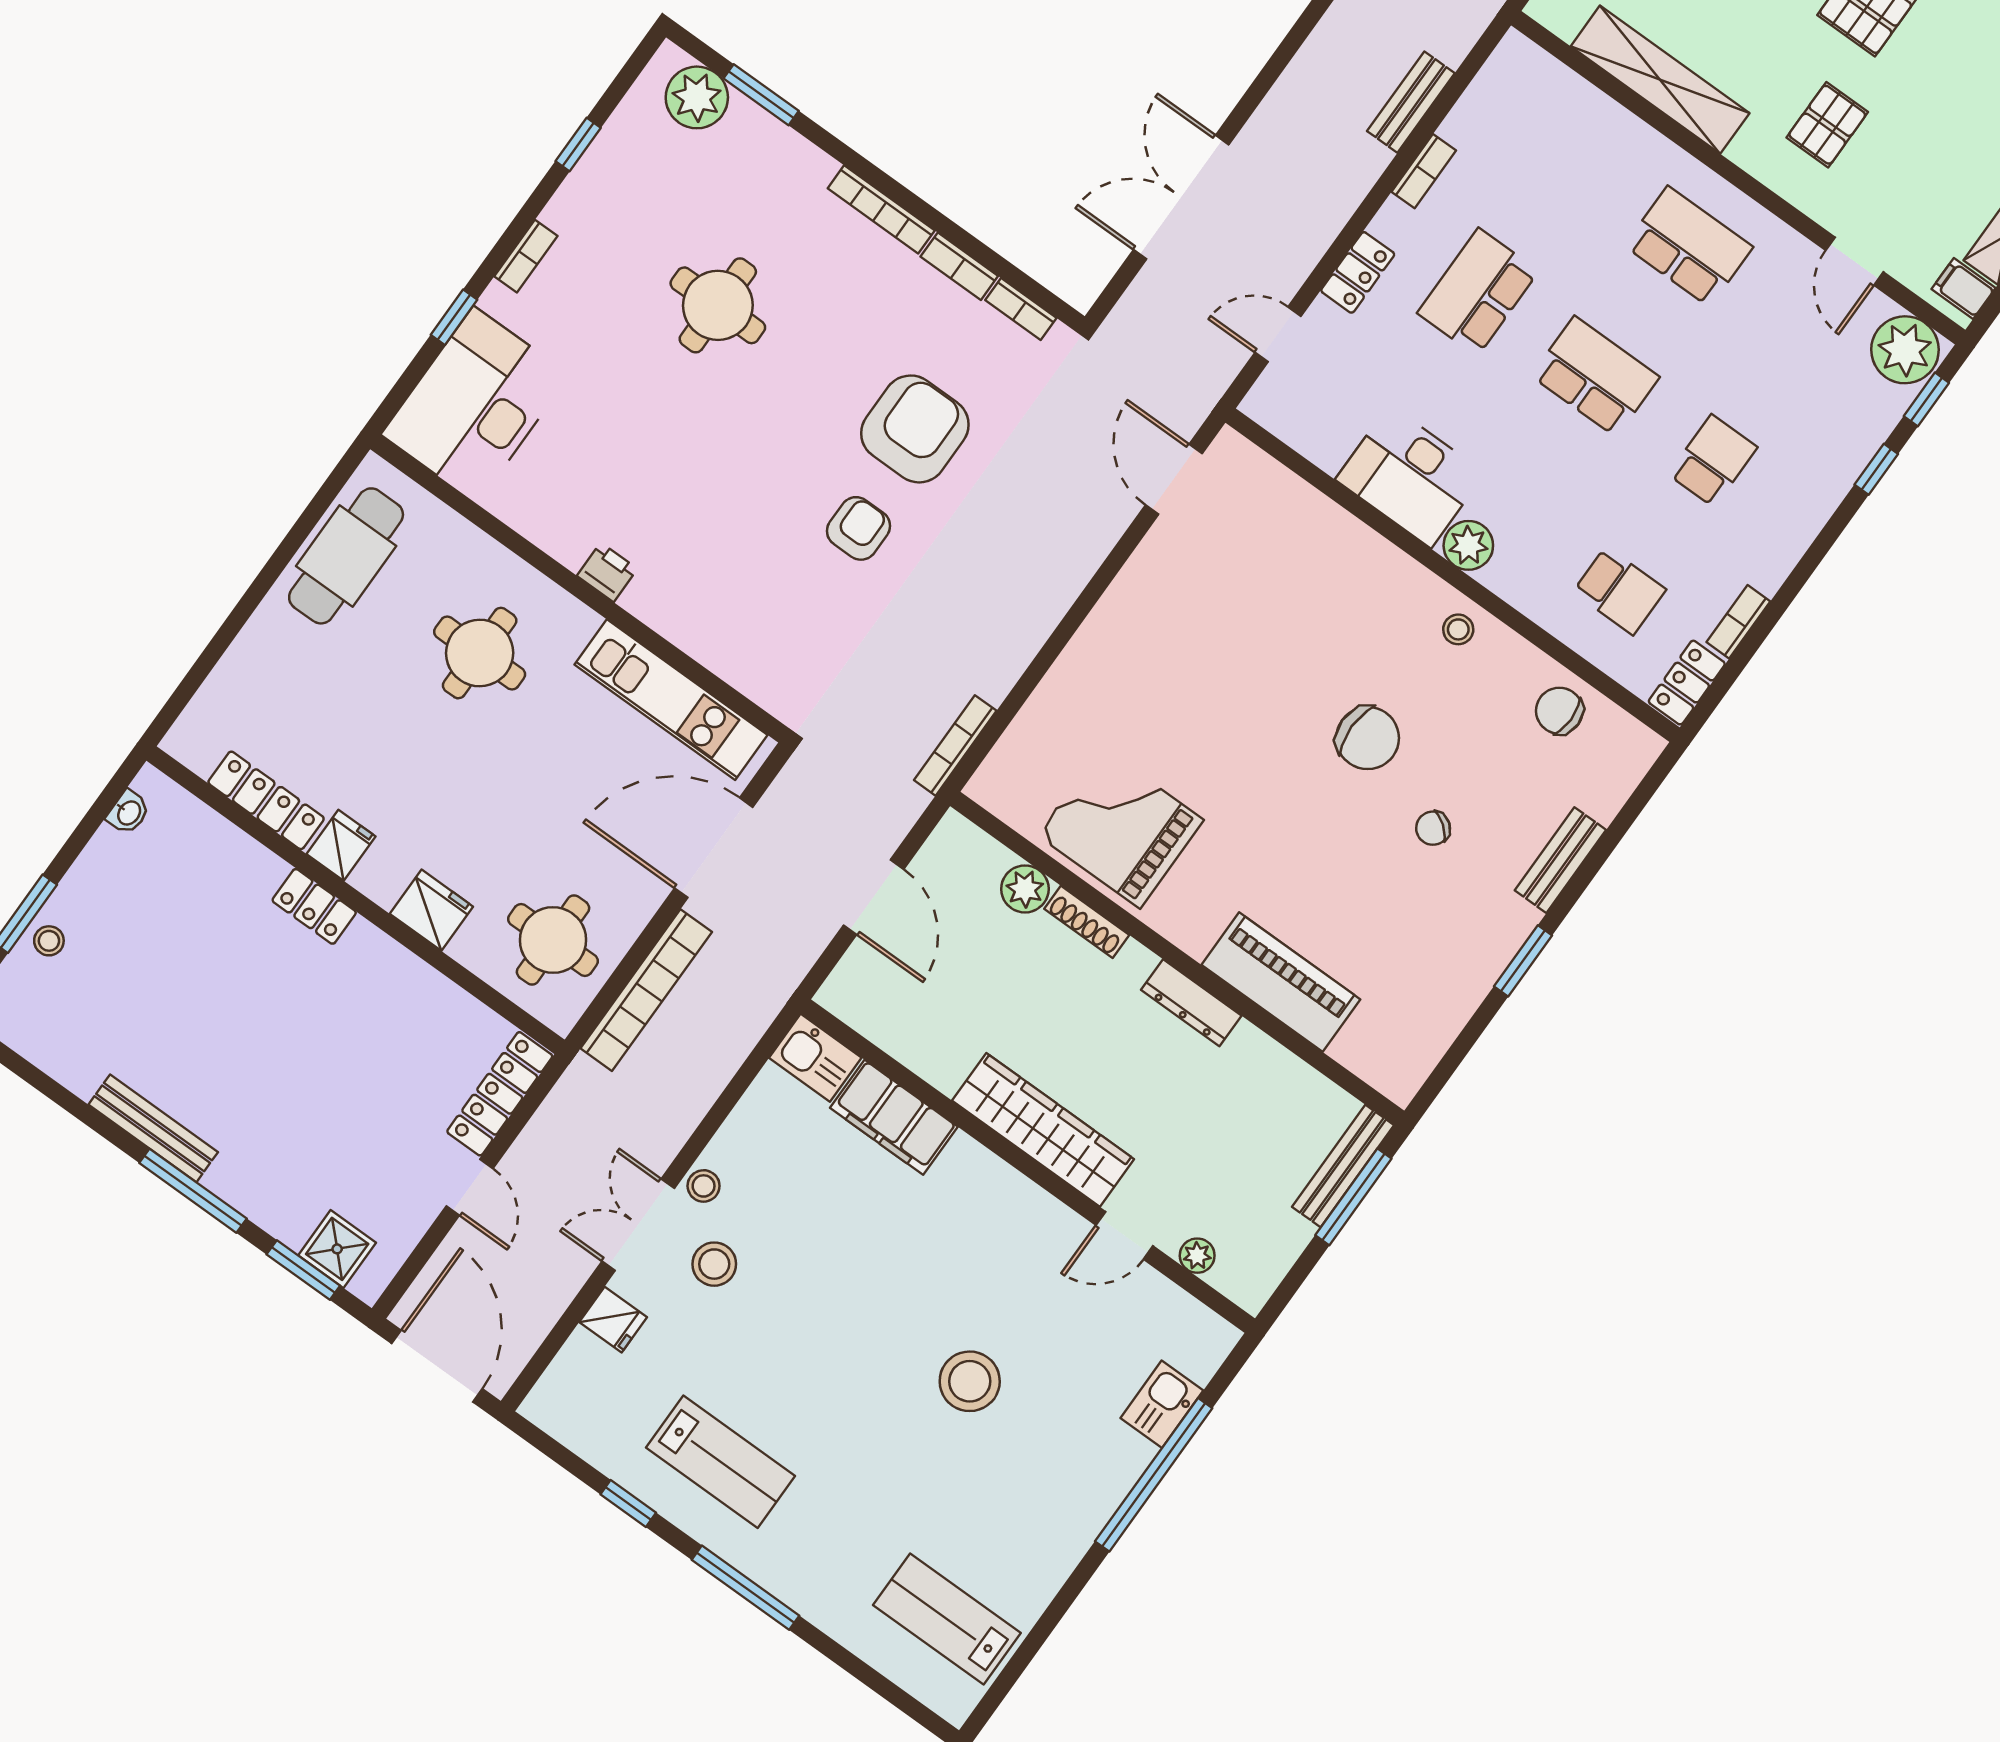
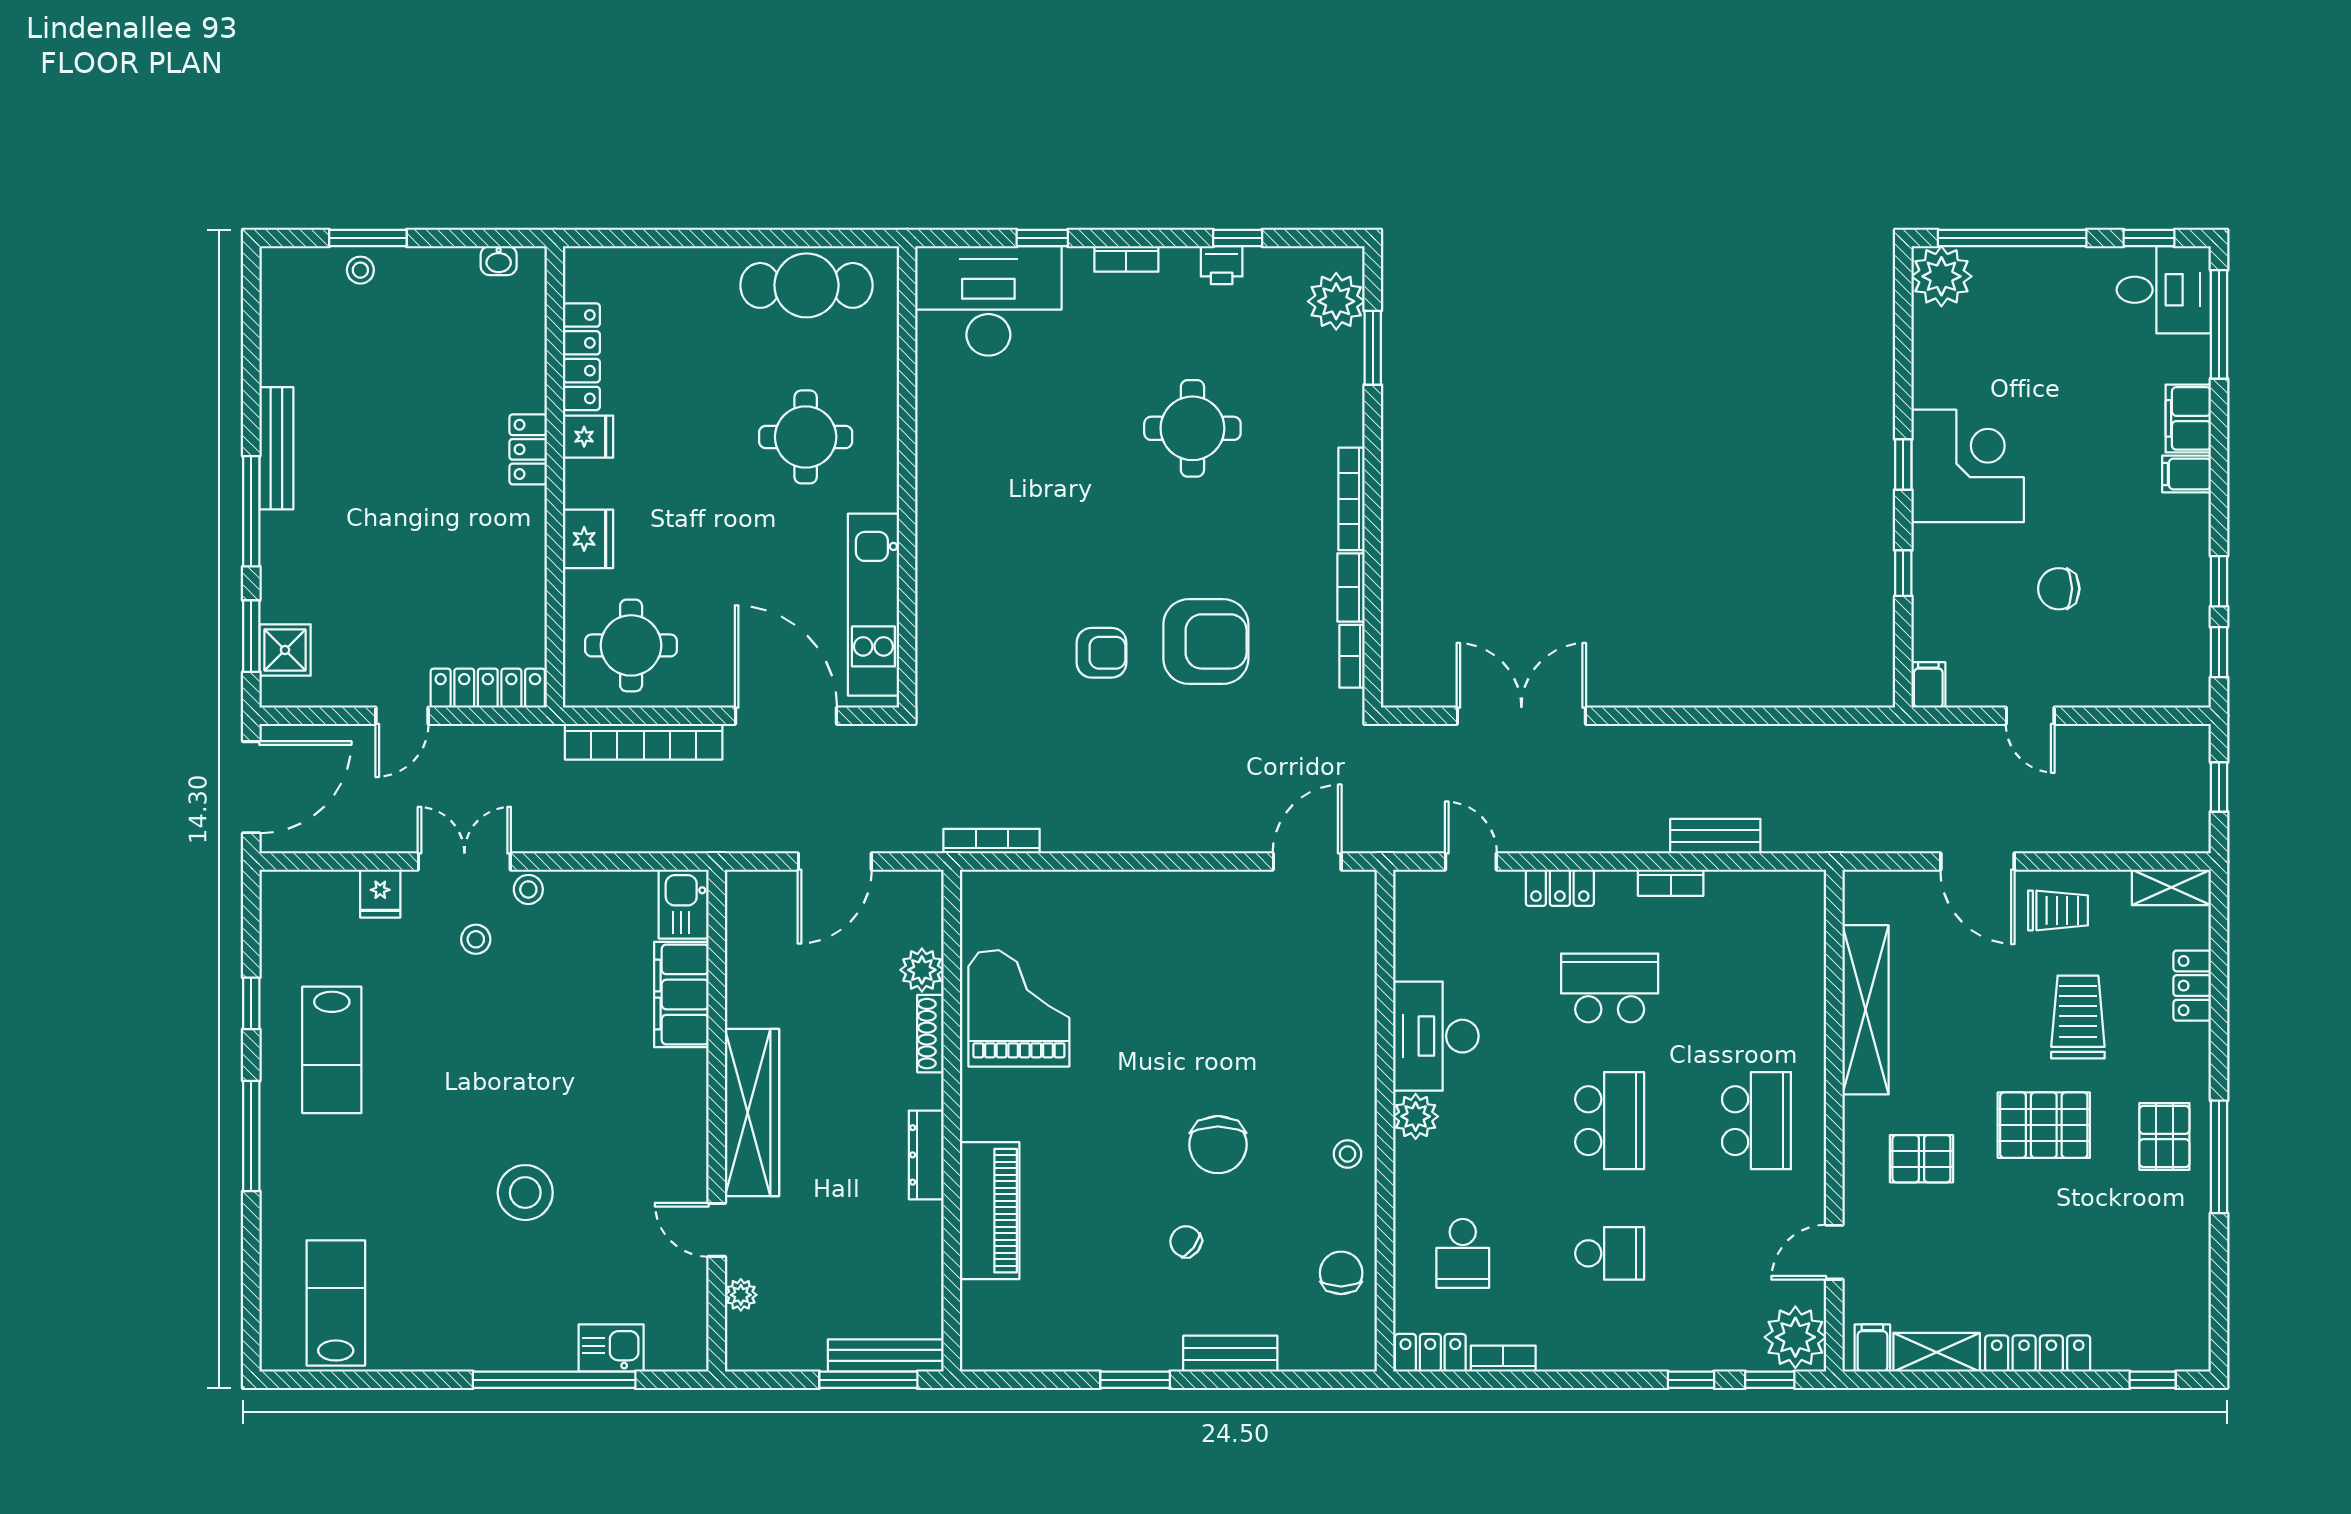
printer: (607, 572) -> (1222, 265), moved, turned 90
stool: (714, 1264) -> (476, 939), width x0.73, depth x0.73

